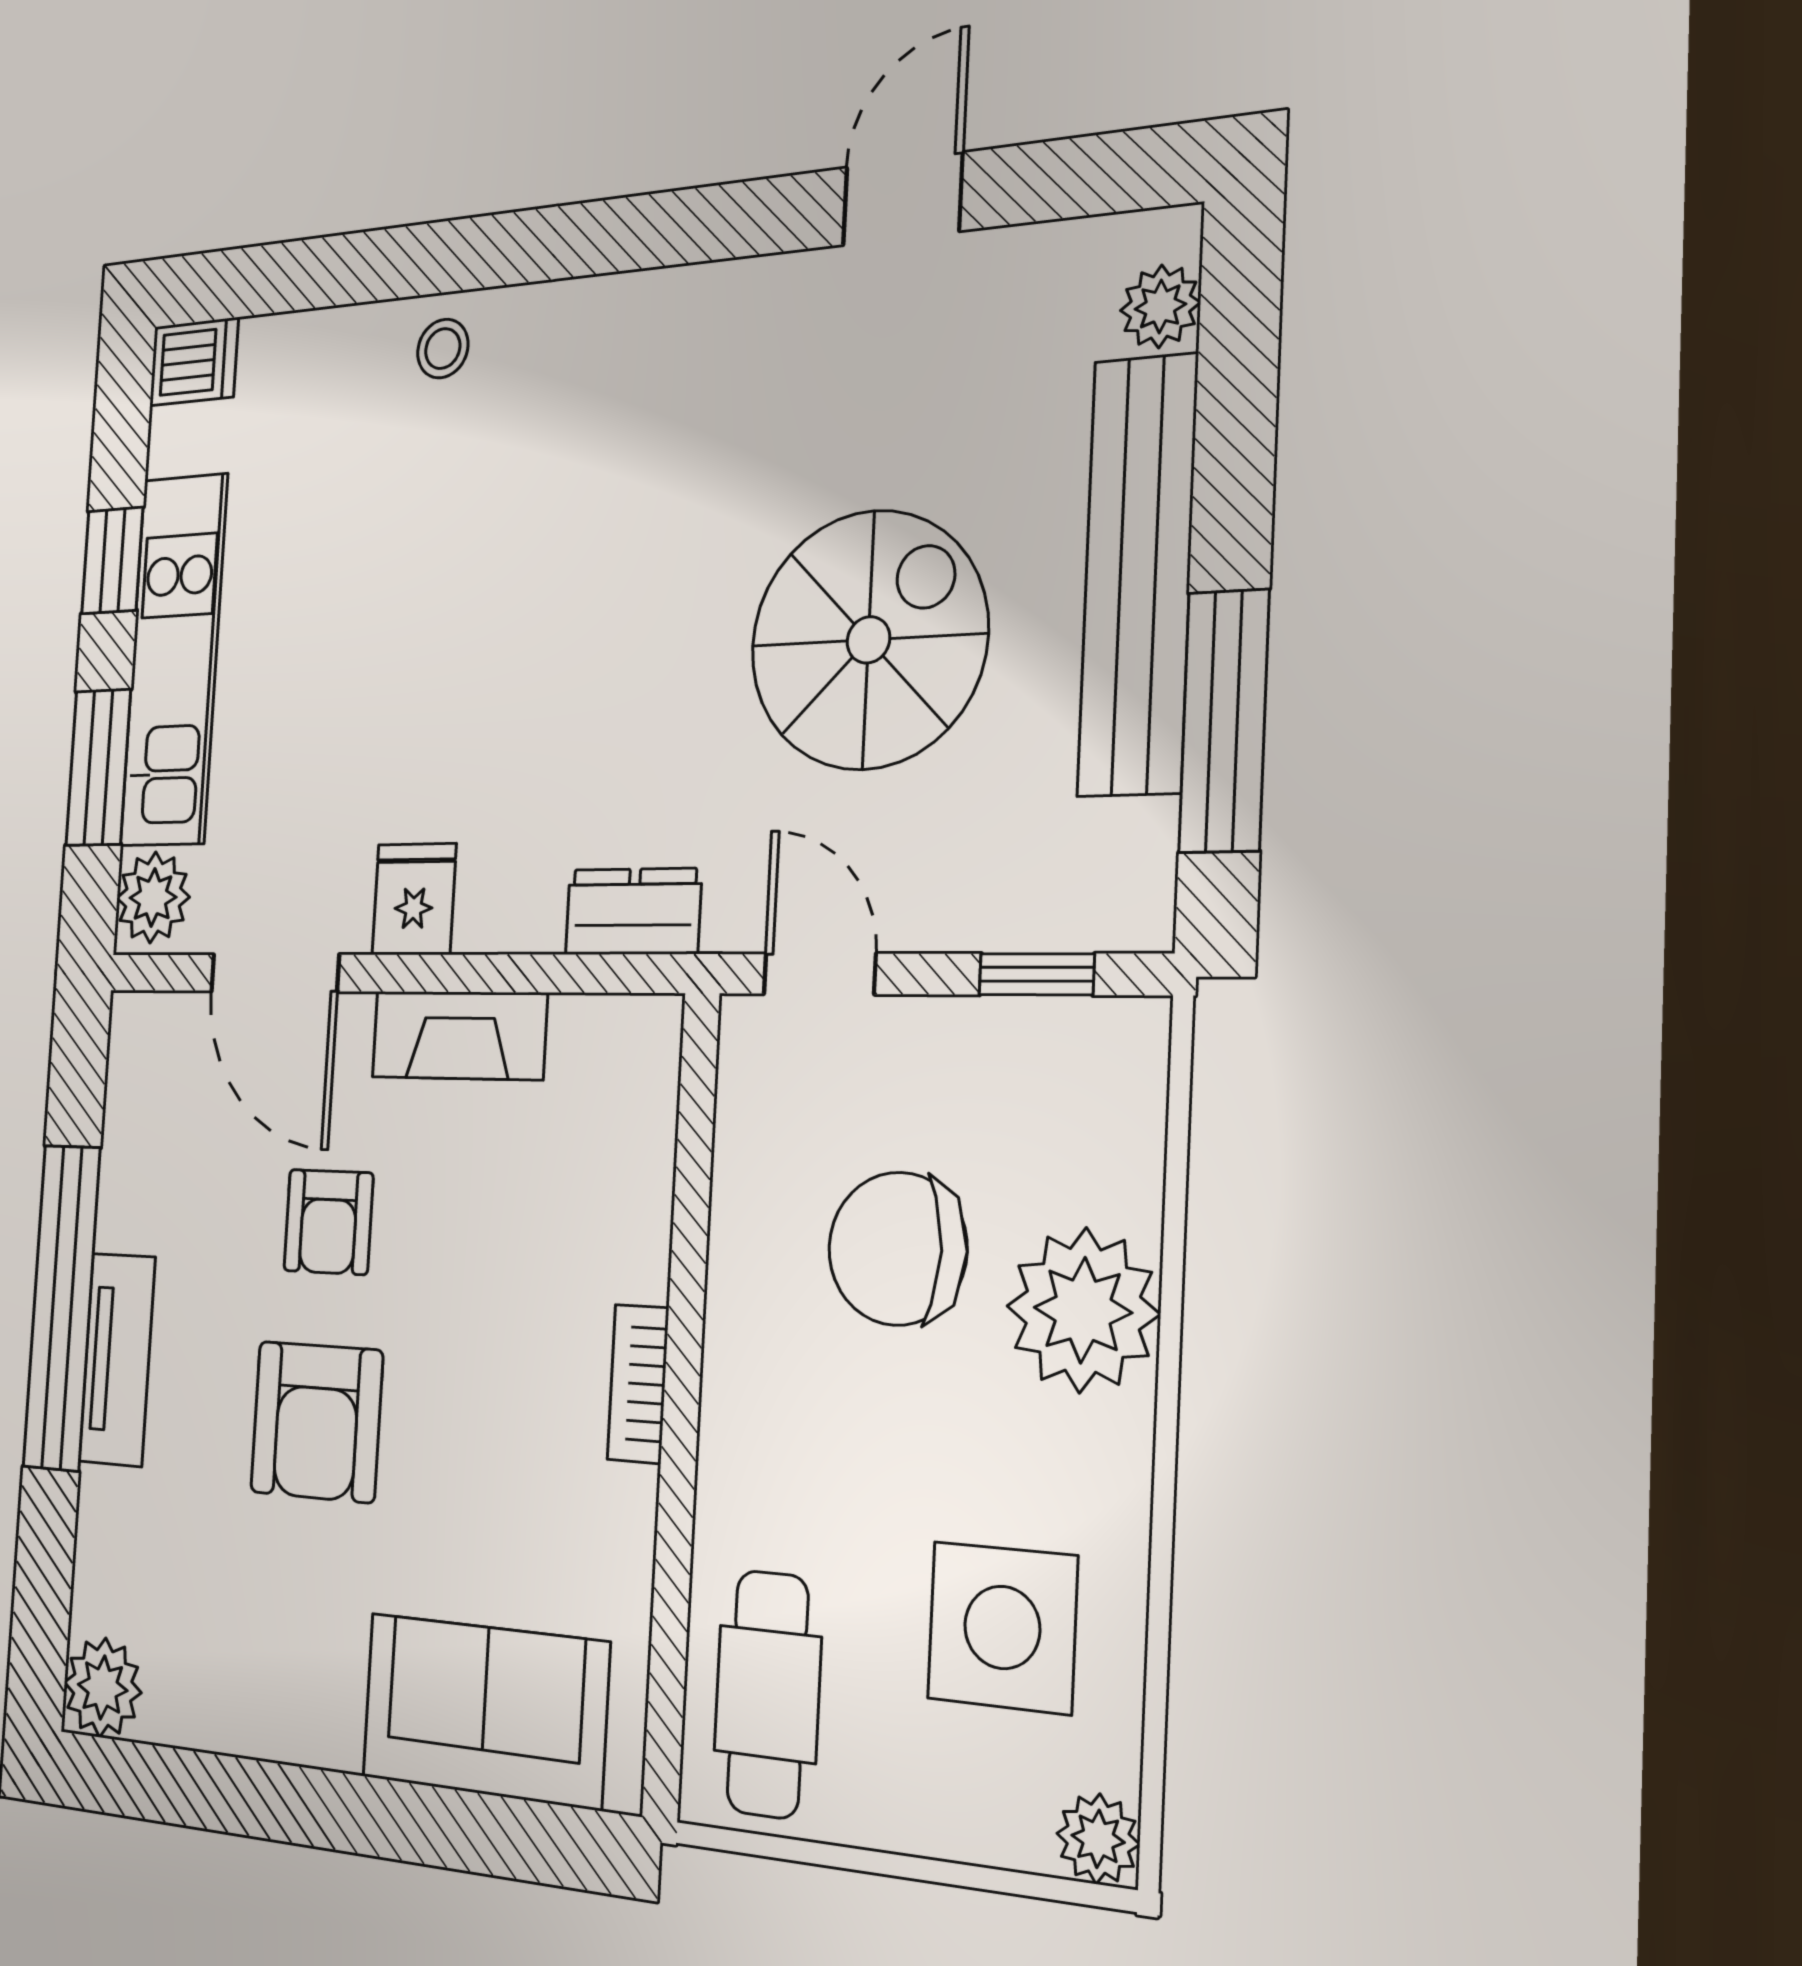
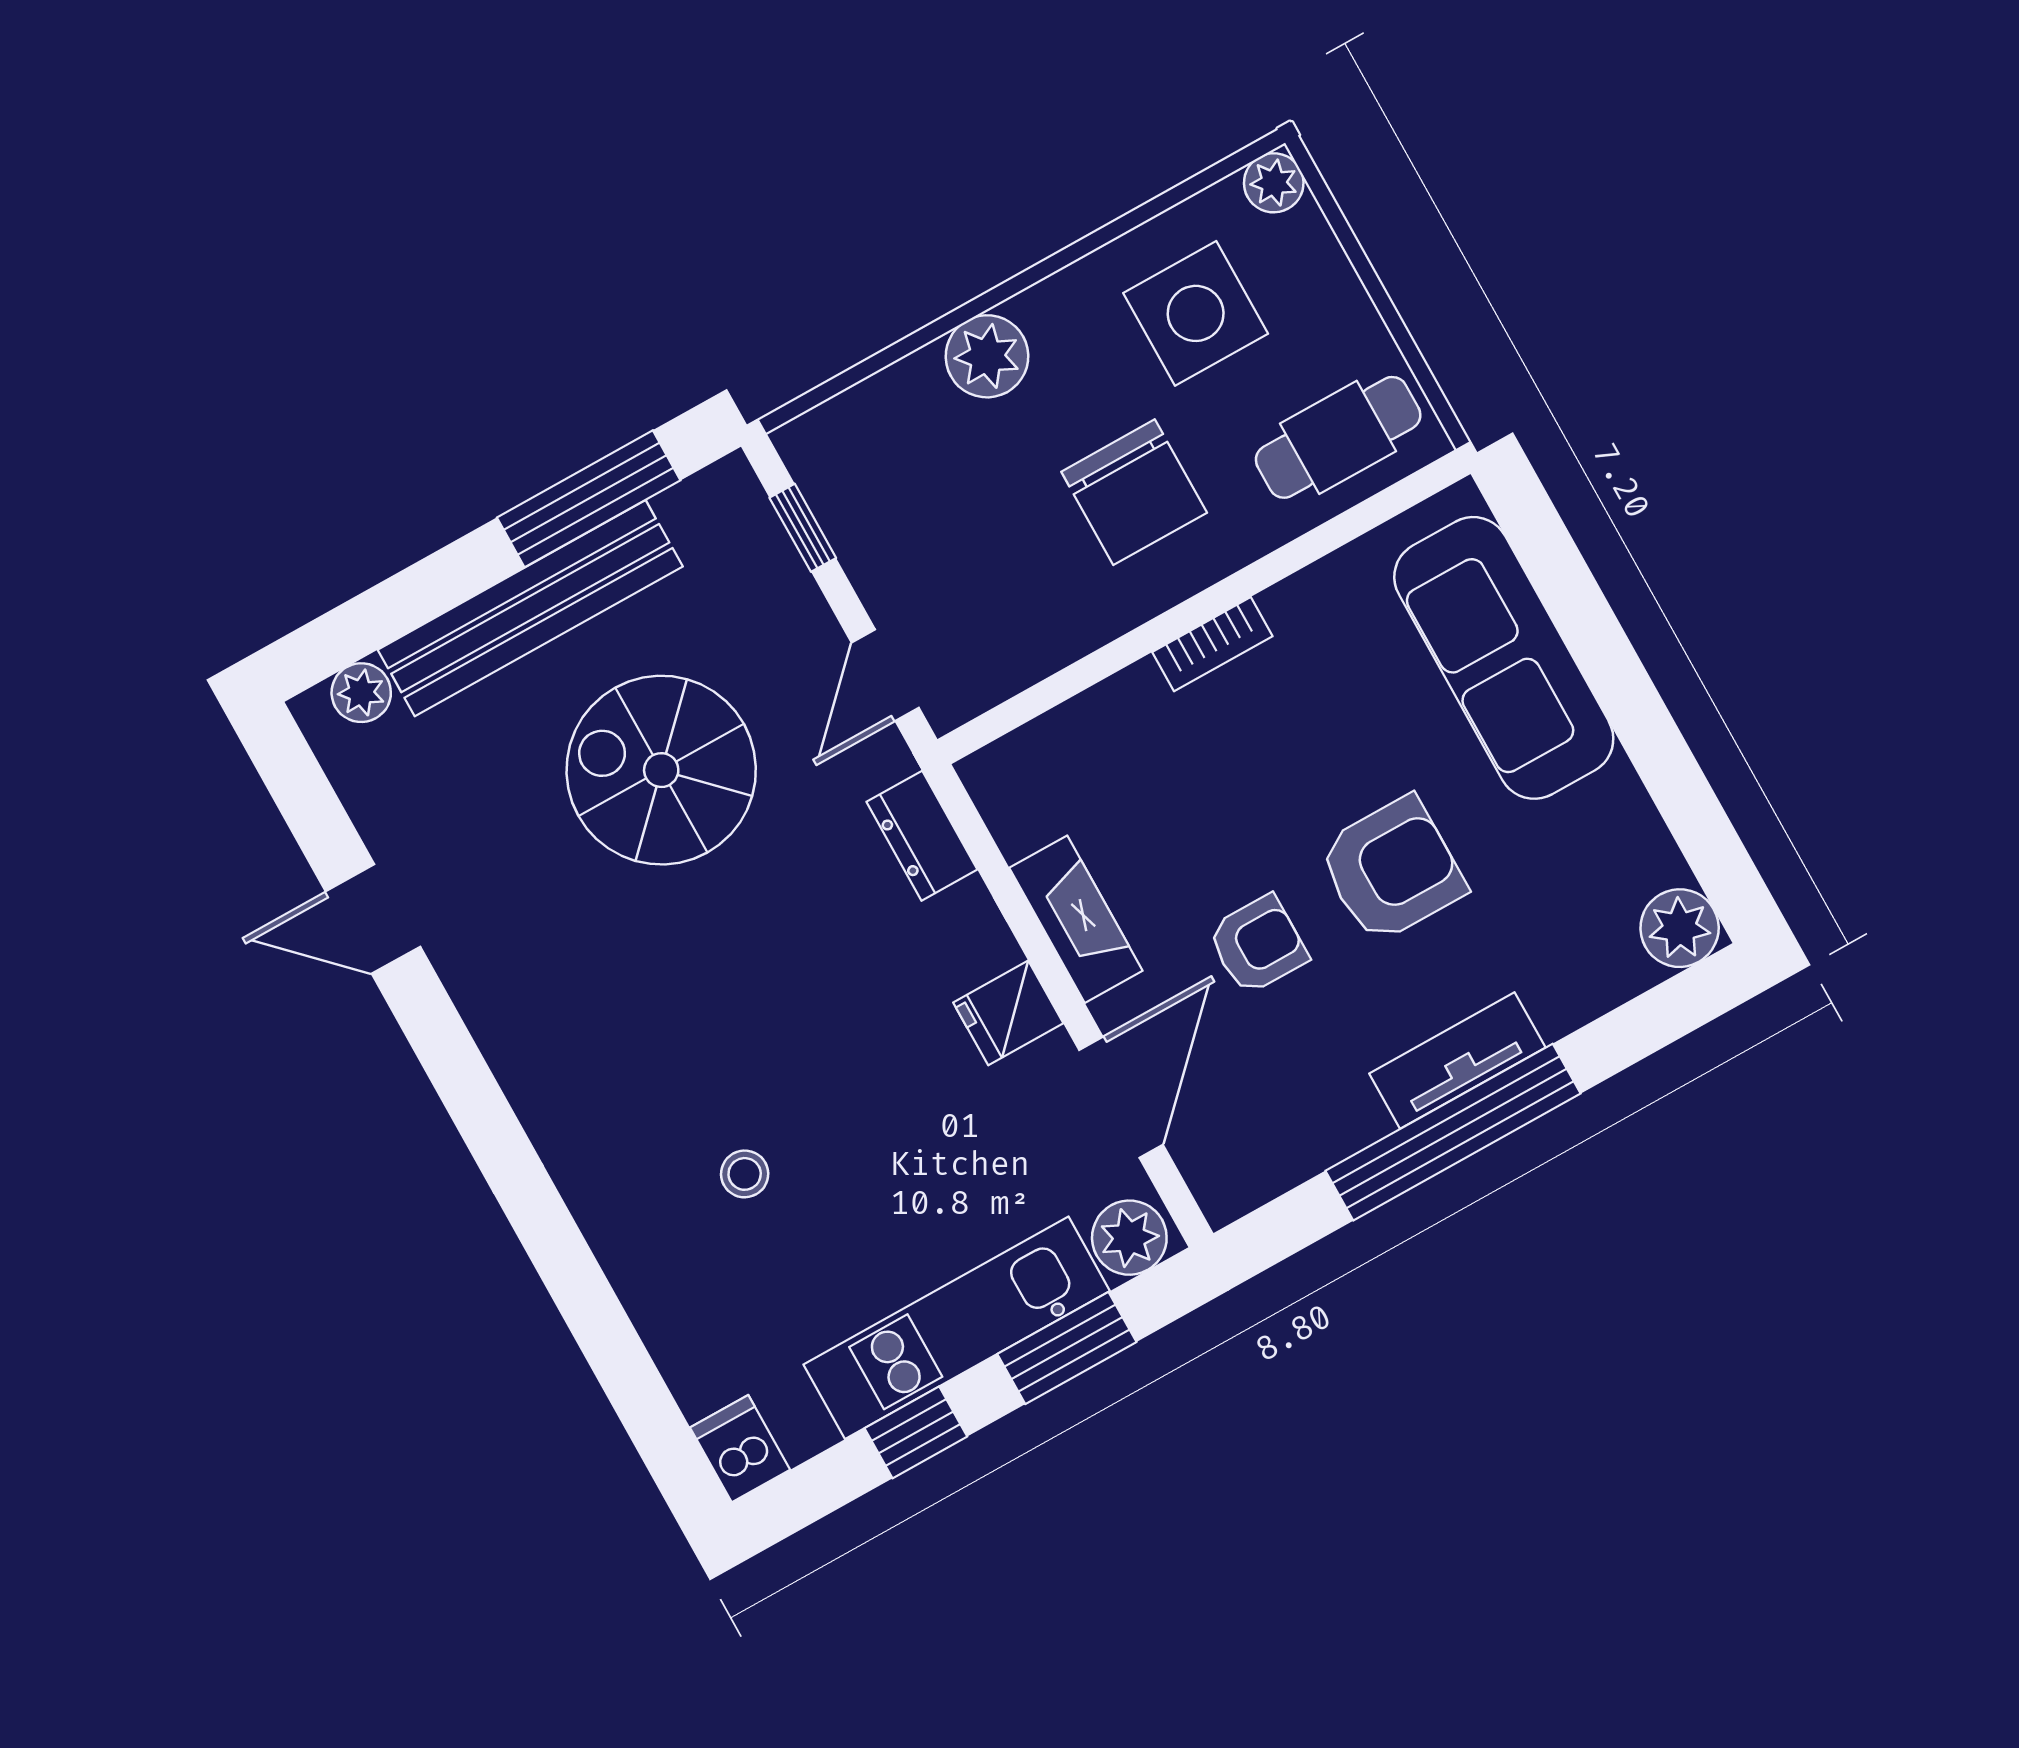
stool: (443, 349) -> (745, 1174), moved
chair: (898, 1249) -> (1134, 492), moved
plant: (1083, 1310) -> (987, 356), width x0.73, depth x0.73
sofa: (485, 1710) -> (1504, 658), width x1.36

